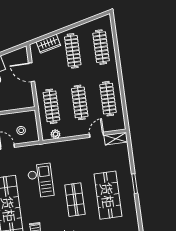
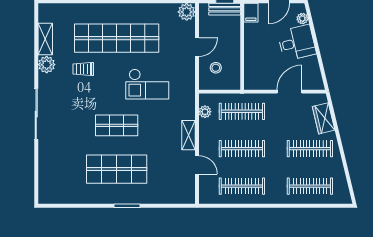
shelving: (116, 139) -> (189, 135), moved

